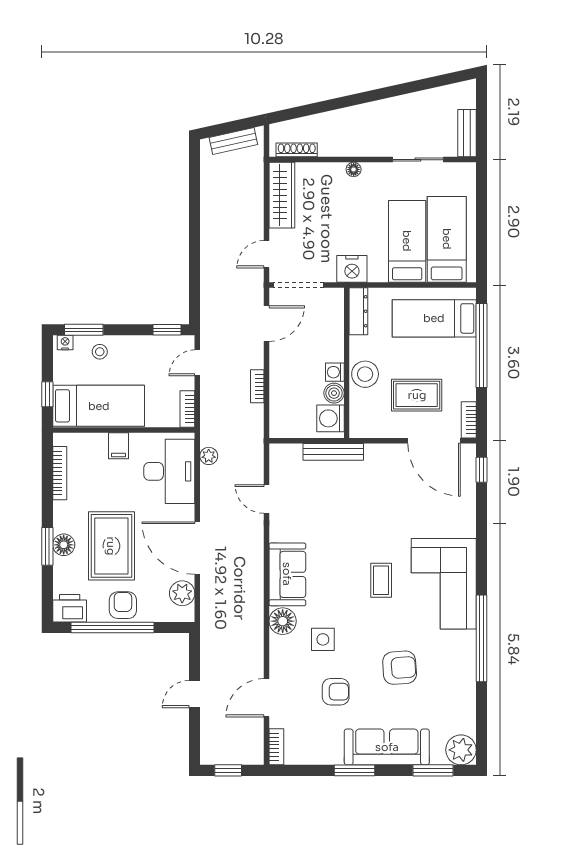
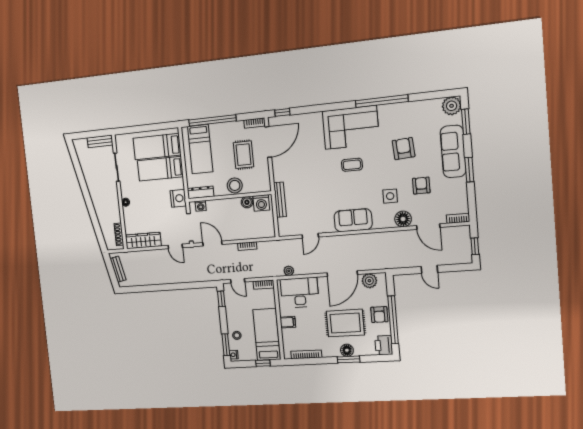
washing machine: (335, 372) -> (201, 206), moved
armchair: (123, 605) -> (379, 315), turned -90
floor lamp: (283, 621) -> (403, 219), moved

